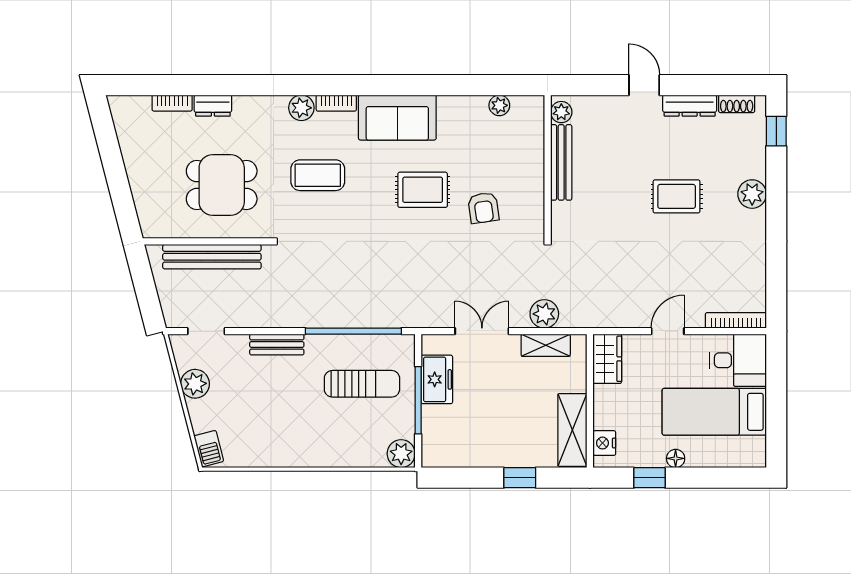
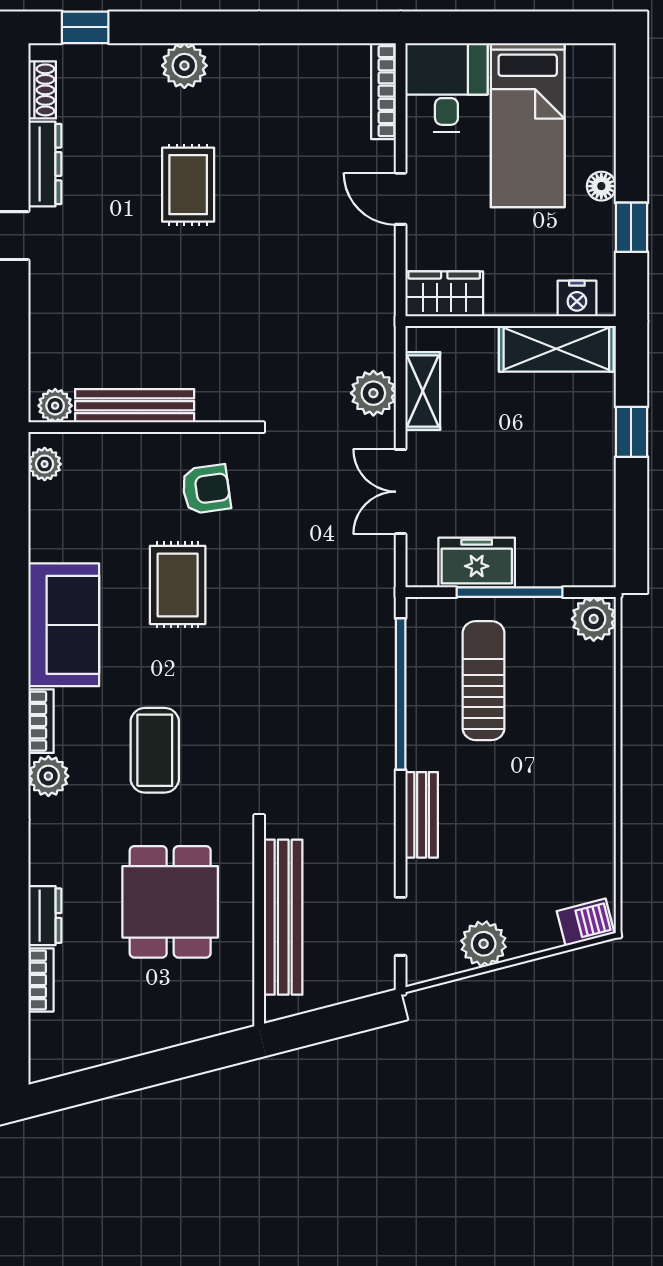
plant: (561, 112) -> (55, 406), moved
bench: (561, 162) -> (135, 406), moved
wall: (548, 167) -> (141, 427), moved

